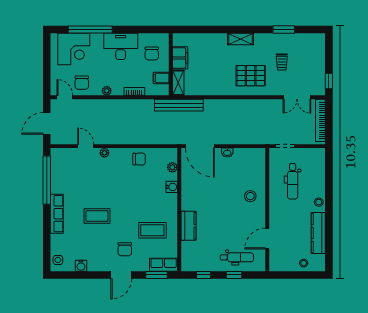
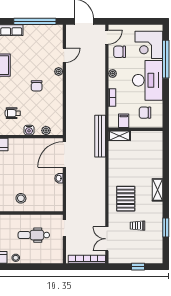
desk: (121, 46) -> (148, 80), width x1.36, depth x1.30
filing cabinet: (180, 58) -> (141, 137), removed
window: (329, 81) -> (138, 267), moved
chair: (139, 159) -> (37, 86), moved
wheelchair: (152, 205) -> (13, 113), added

